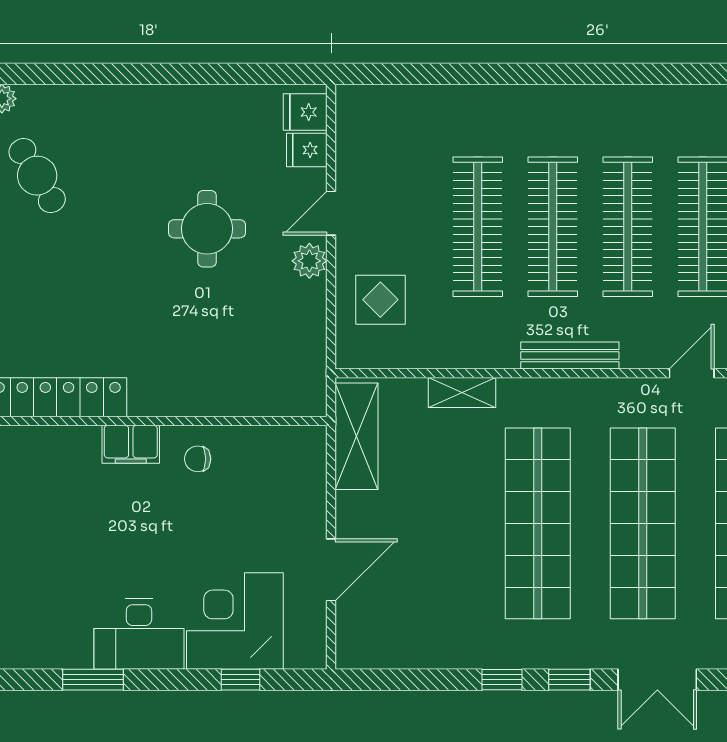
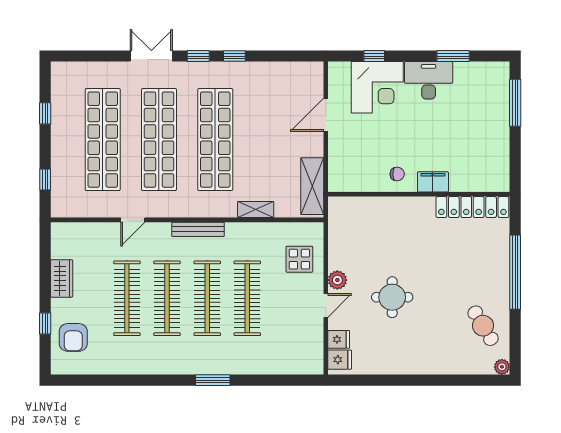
window: (542, 74) -> (213, 380), added

